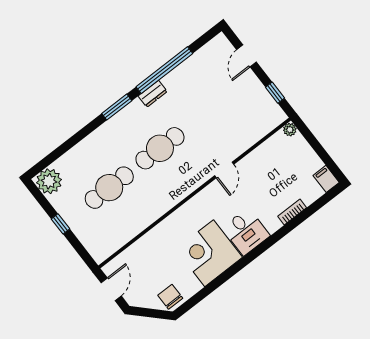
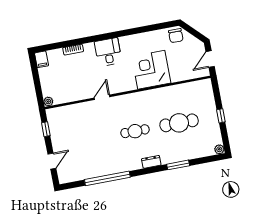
dresser: (153, 94) -> (151, 162), moved
window: (117, 107) -> (178, 165), moved
cafe table: (160, 148) -> (135, 131), width x0.73, depth x0.74
plant: (49, 181) -> (219, 149), width x0.53, depth x0.53
corner desk: (209, 253) -> (151, 70), moved, turned 180

